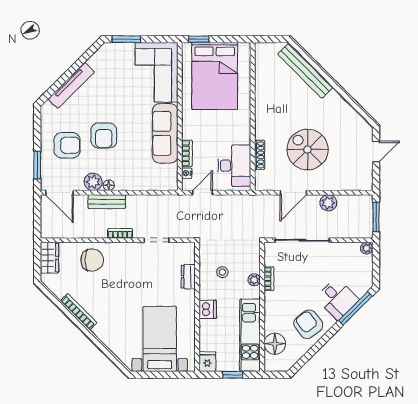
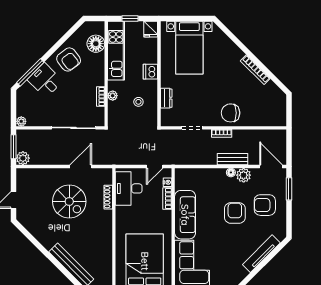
plant: (328, 203) -> (23, 158), moved
wardrobe: (49, 258) -> (279, 114), removed
chair: (92, 260) -> (231, 113), moved

